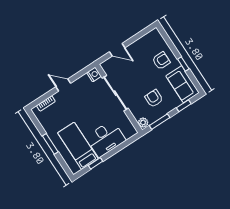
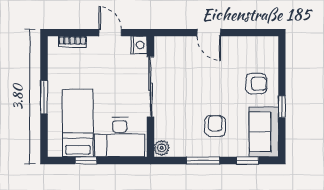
nightstand: (94, 74) -> (139, 45), moved
sliding door: (115, 93) -> (150, 87), moved
wall: (119, 98) -> (150, 97), moved
plant: (143, 123) -> (162, 148), moved

